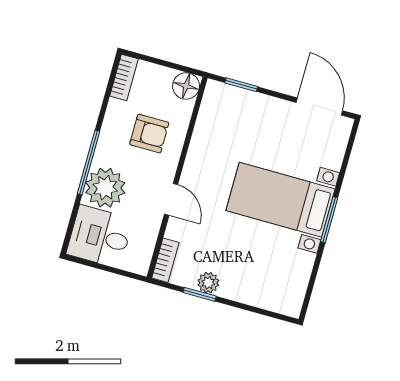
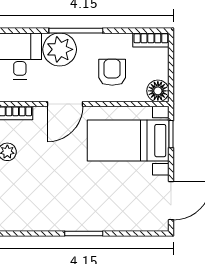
armchair: (149, 134) -> (112, 72), turned 180
door: (171, 199) -> (65, 104), width x1.38
bed with nightstands: (280, 200) -> (128, 141), moved, turned -90

